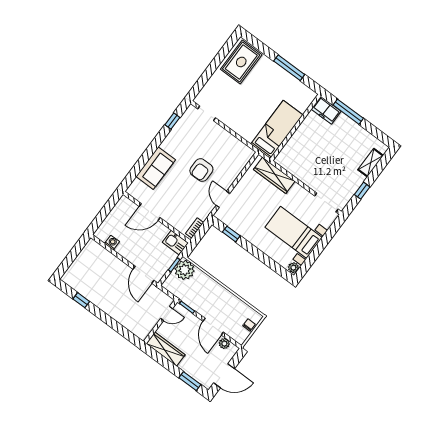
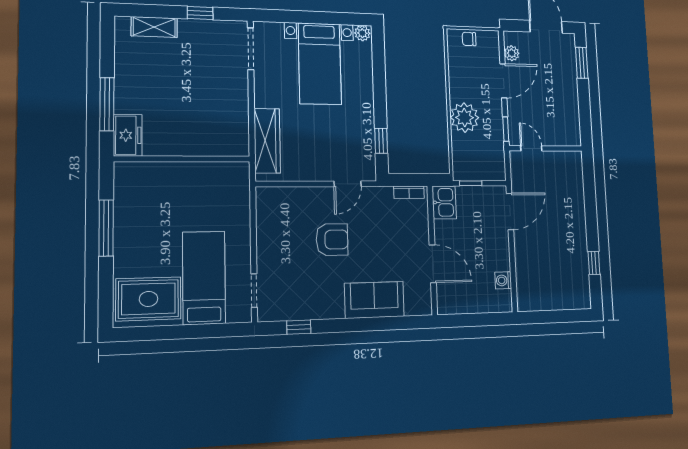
bed: (277, 130) -> (204, 278), moved, turned 90
plant: (185, 270) -> (465, 118), moved
wardrobe: (166, 349) -> (570, 118), removed

